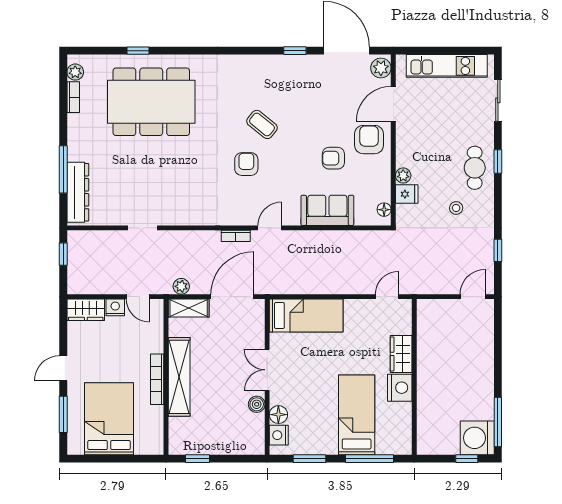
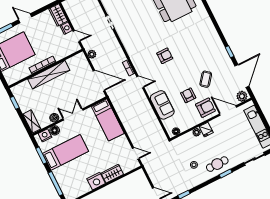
coffee table: (262, 124) -> (206, 79), moved
fridge: (407, 194) -> (206, 130), moved
door: (138, 297) -> (77, 36), swing flipped
shelving: (189, 308) -> (32, 121), moved
bed: (357, 415) -> (66, 152), moved

